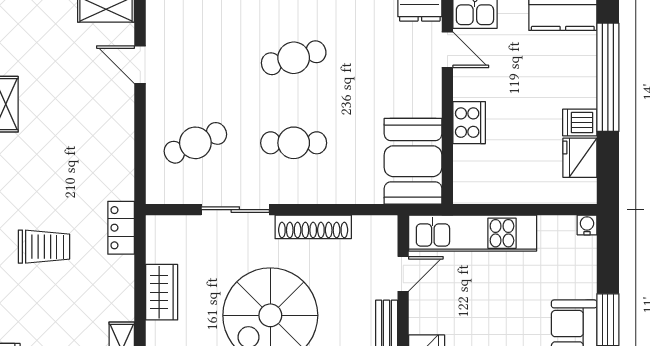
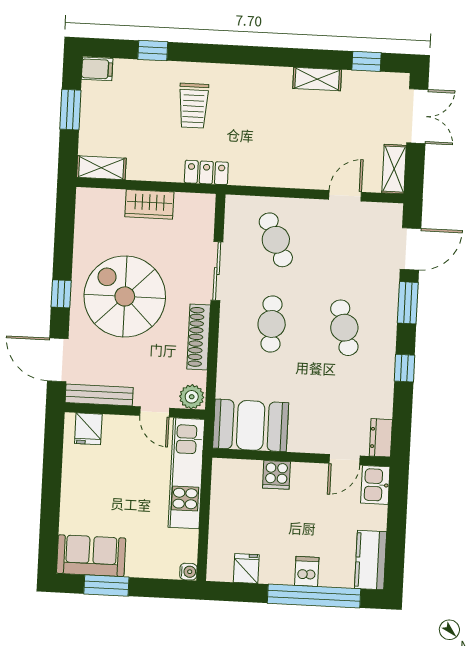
cooker: (469, 123) -> (276, 475), width x0.73
dishwasher: (580, 123) -> (307, 571), moved
fridge: (580, 158) -> (246, 568), width x0.72
plant: (383, 231) -> (192, 397), added

